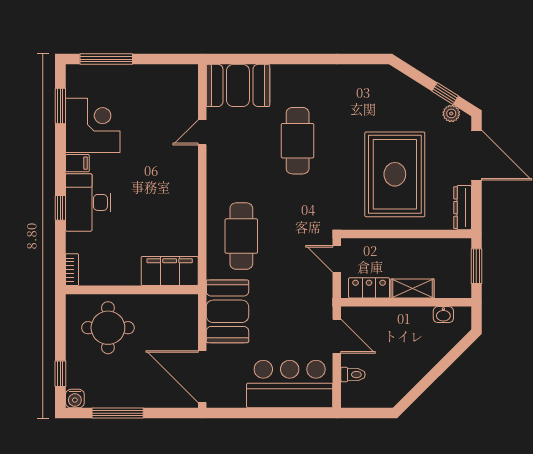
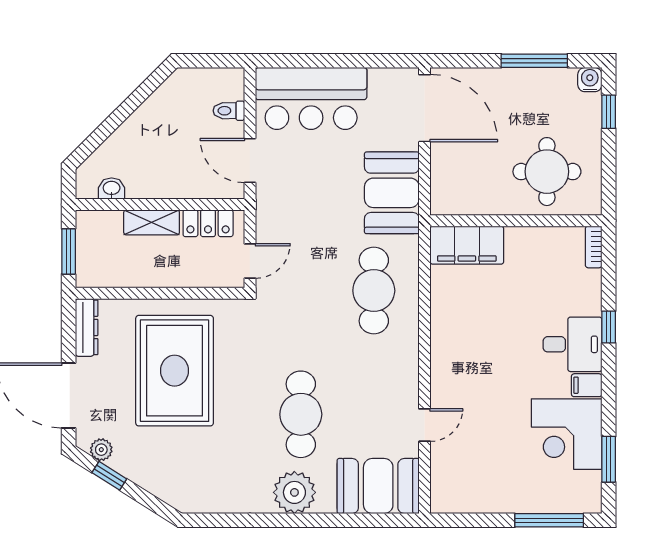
plant: (302, 81) -> (294, 492), added
desk: (88, 202) -> (573, 344), width x0.73
door: (337, 259) -> (250, 261), hinge flipped

